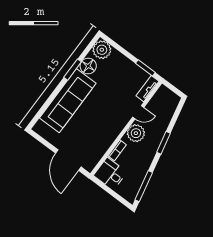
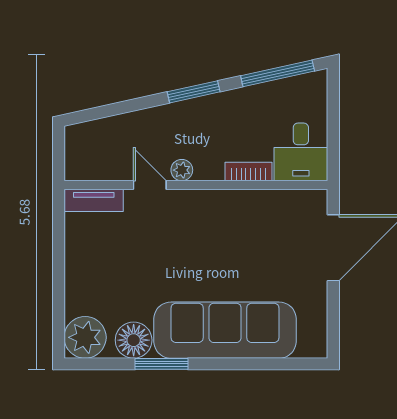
window: (145, 68) -> (59, 233), removed
plant: (136, 133) -> (182, 170), width x0.53, depth x0.53
window: (164, 143) -> (194, 92), moved

